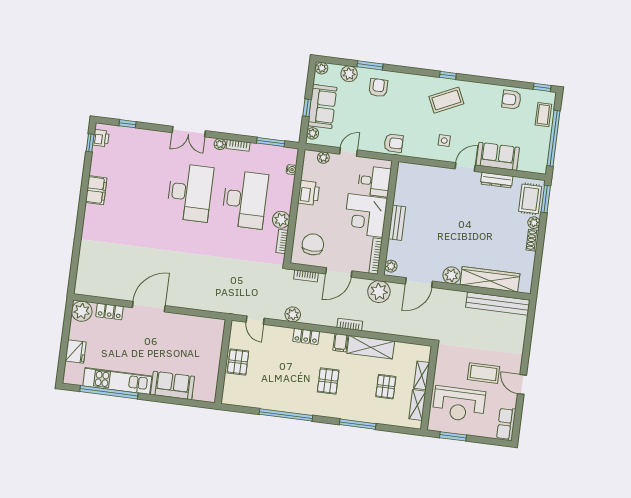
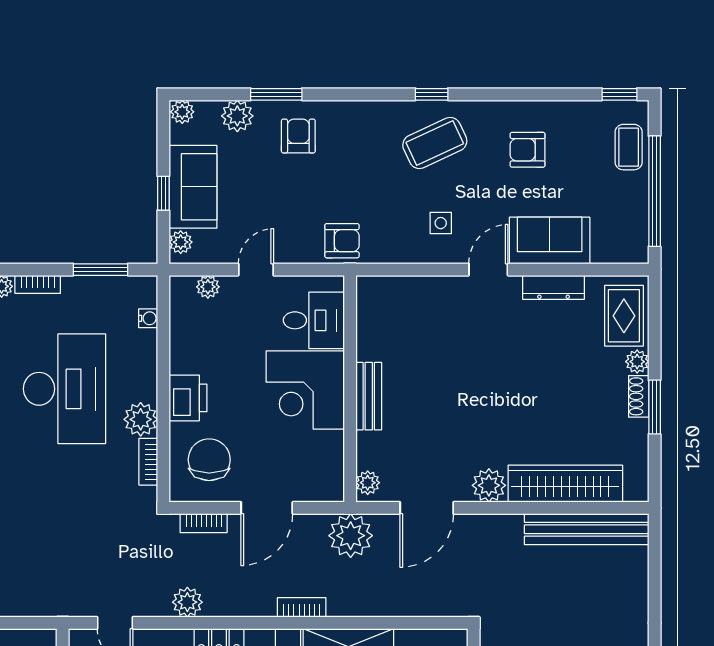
armchair: (511, 100) -> (528, 150), moved
printer: (309, 193) -> (188, 398), moved
window: (546, 199) -> (655, 407), moved
bookcase: (376, 256) -> (335, 467), removed

